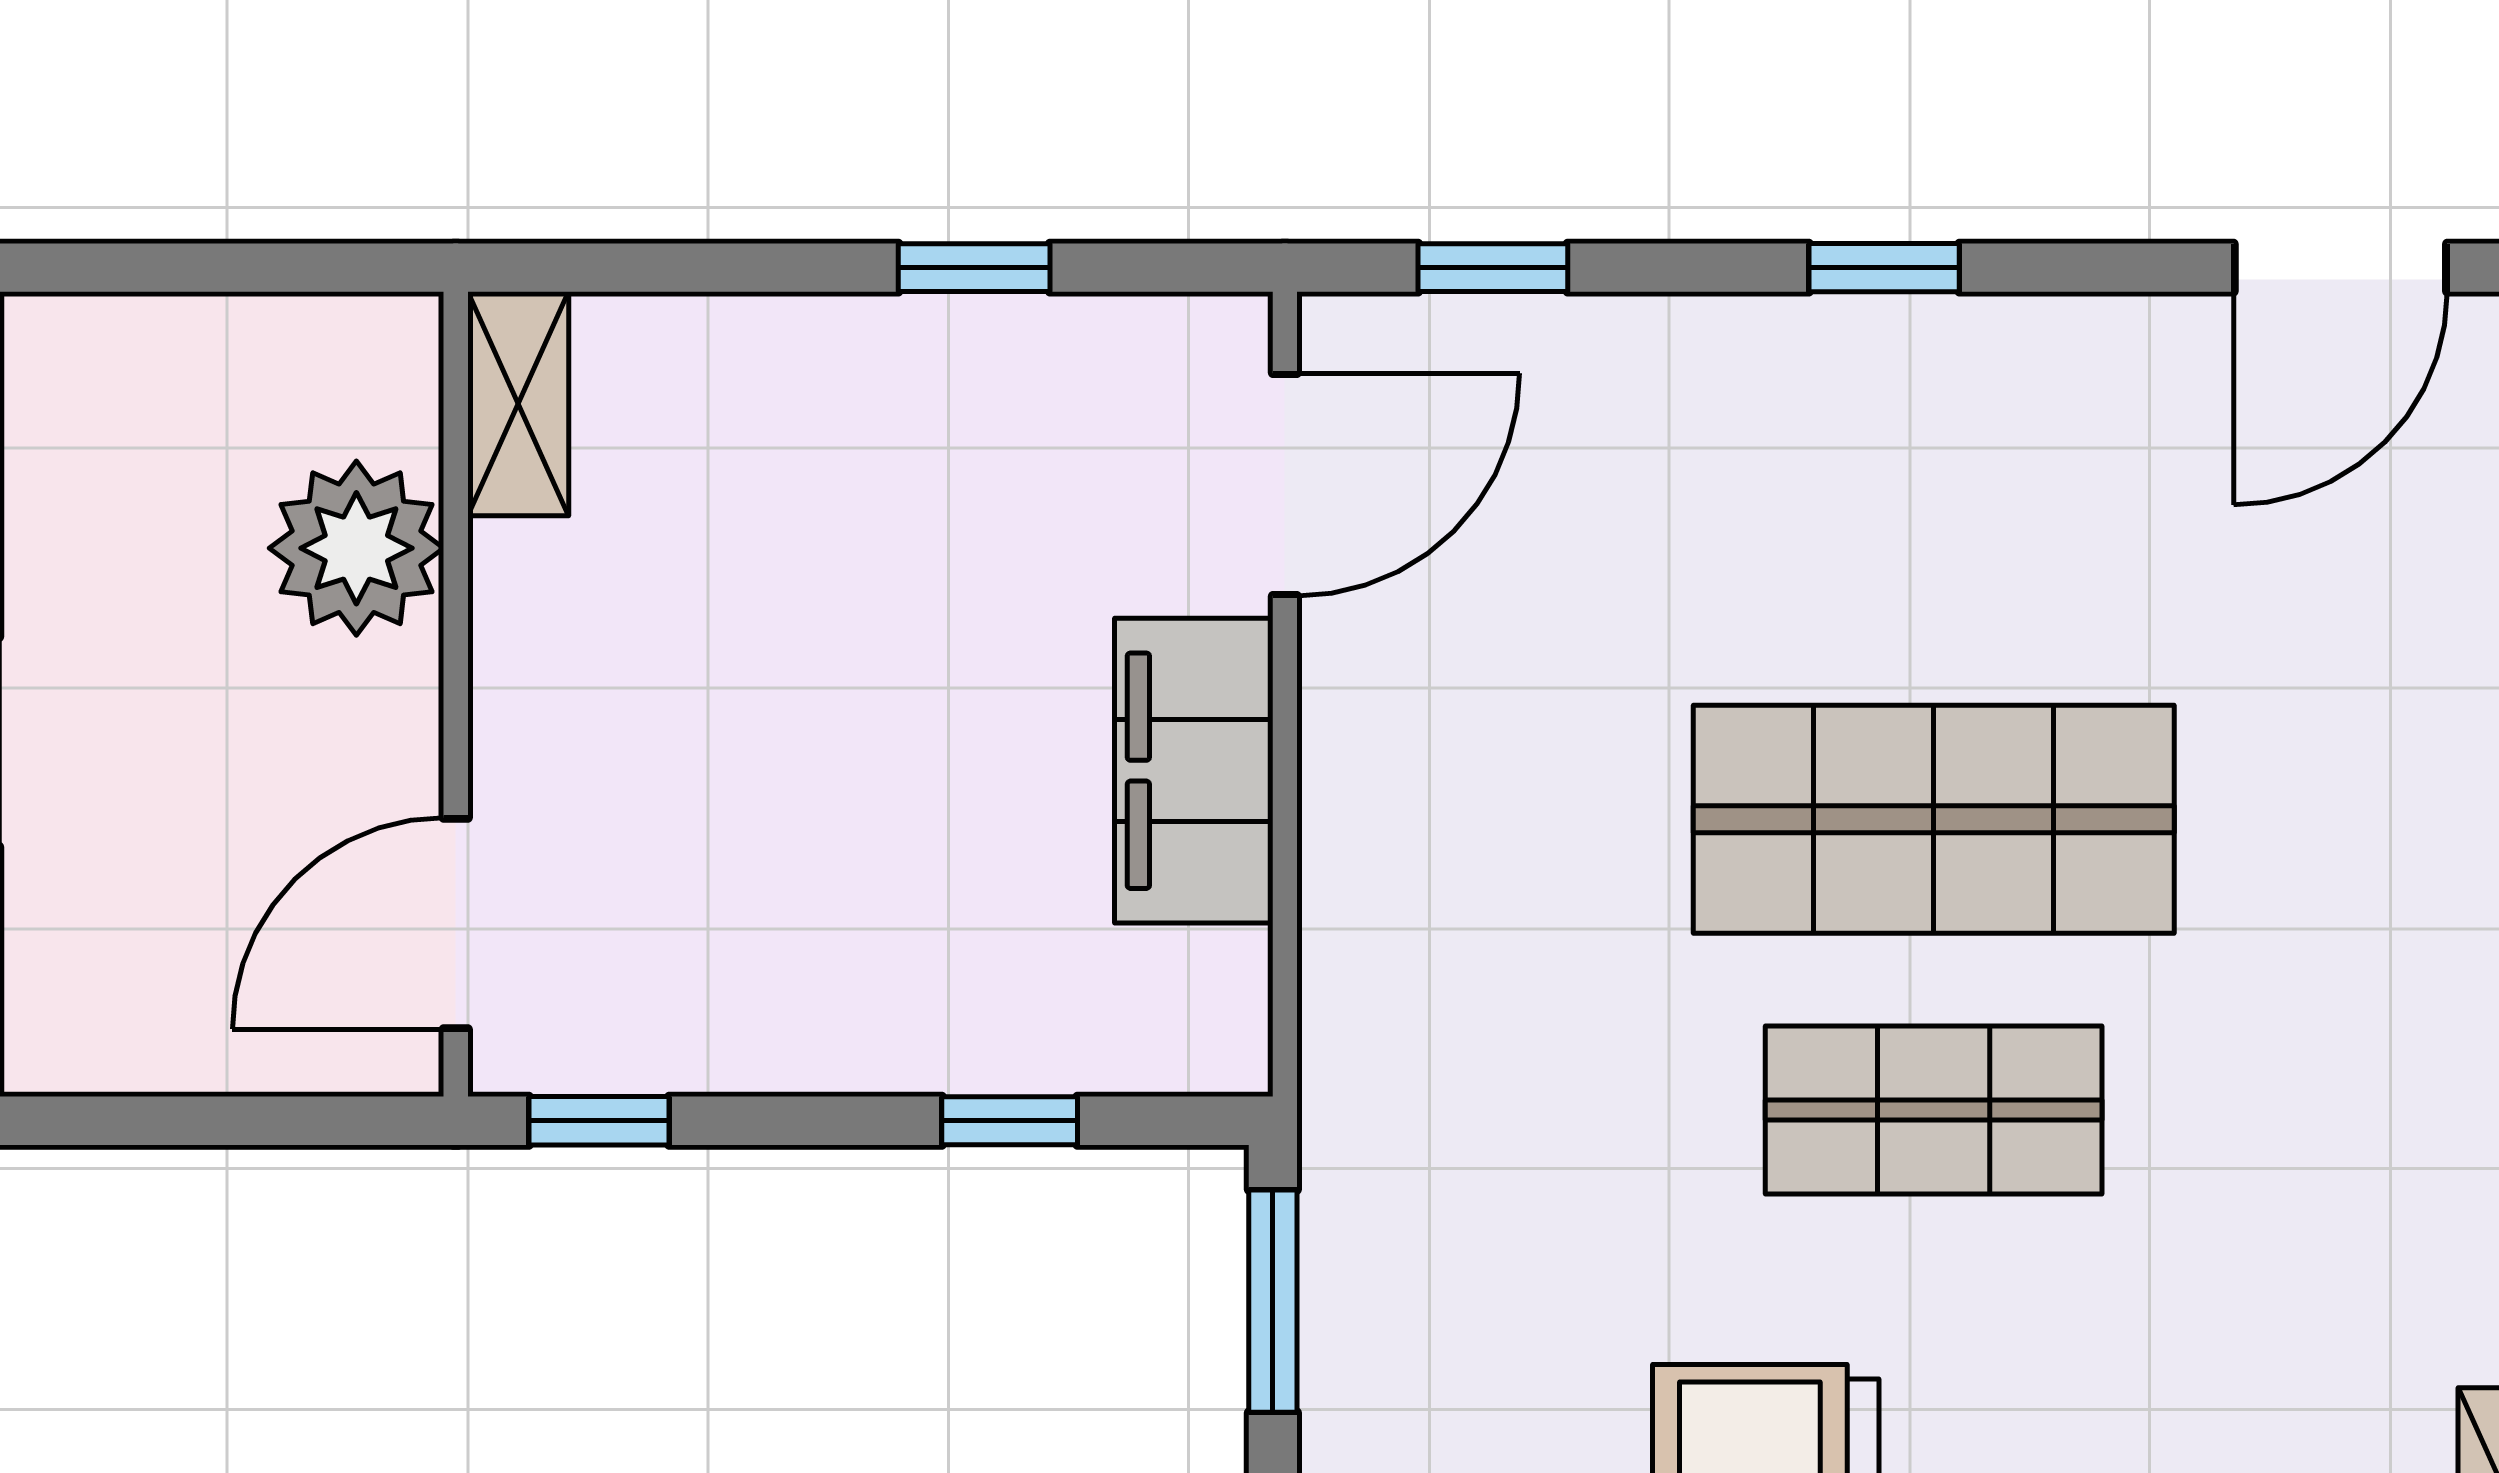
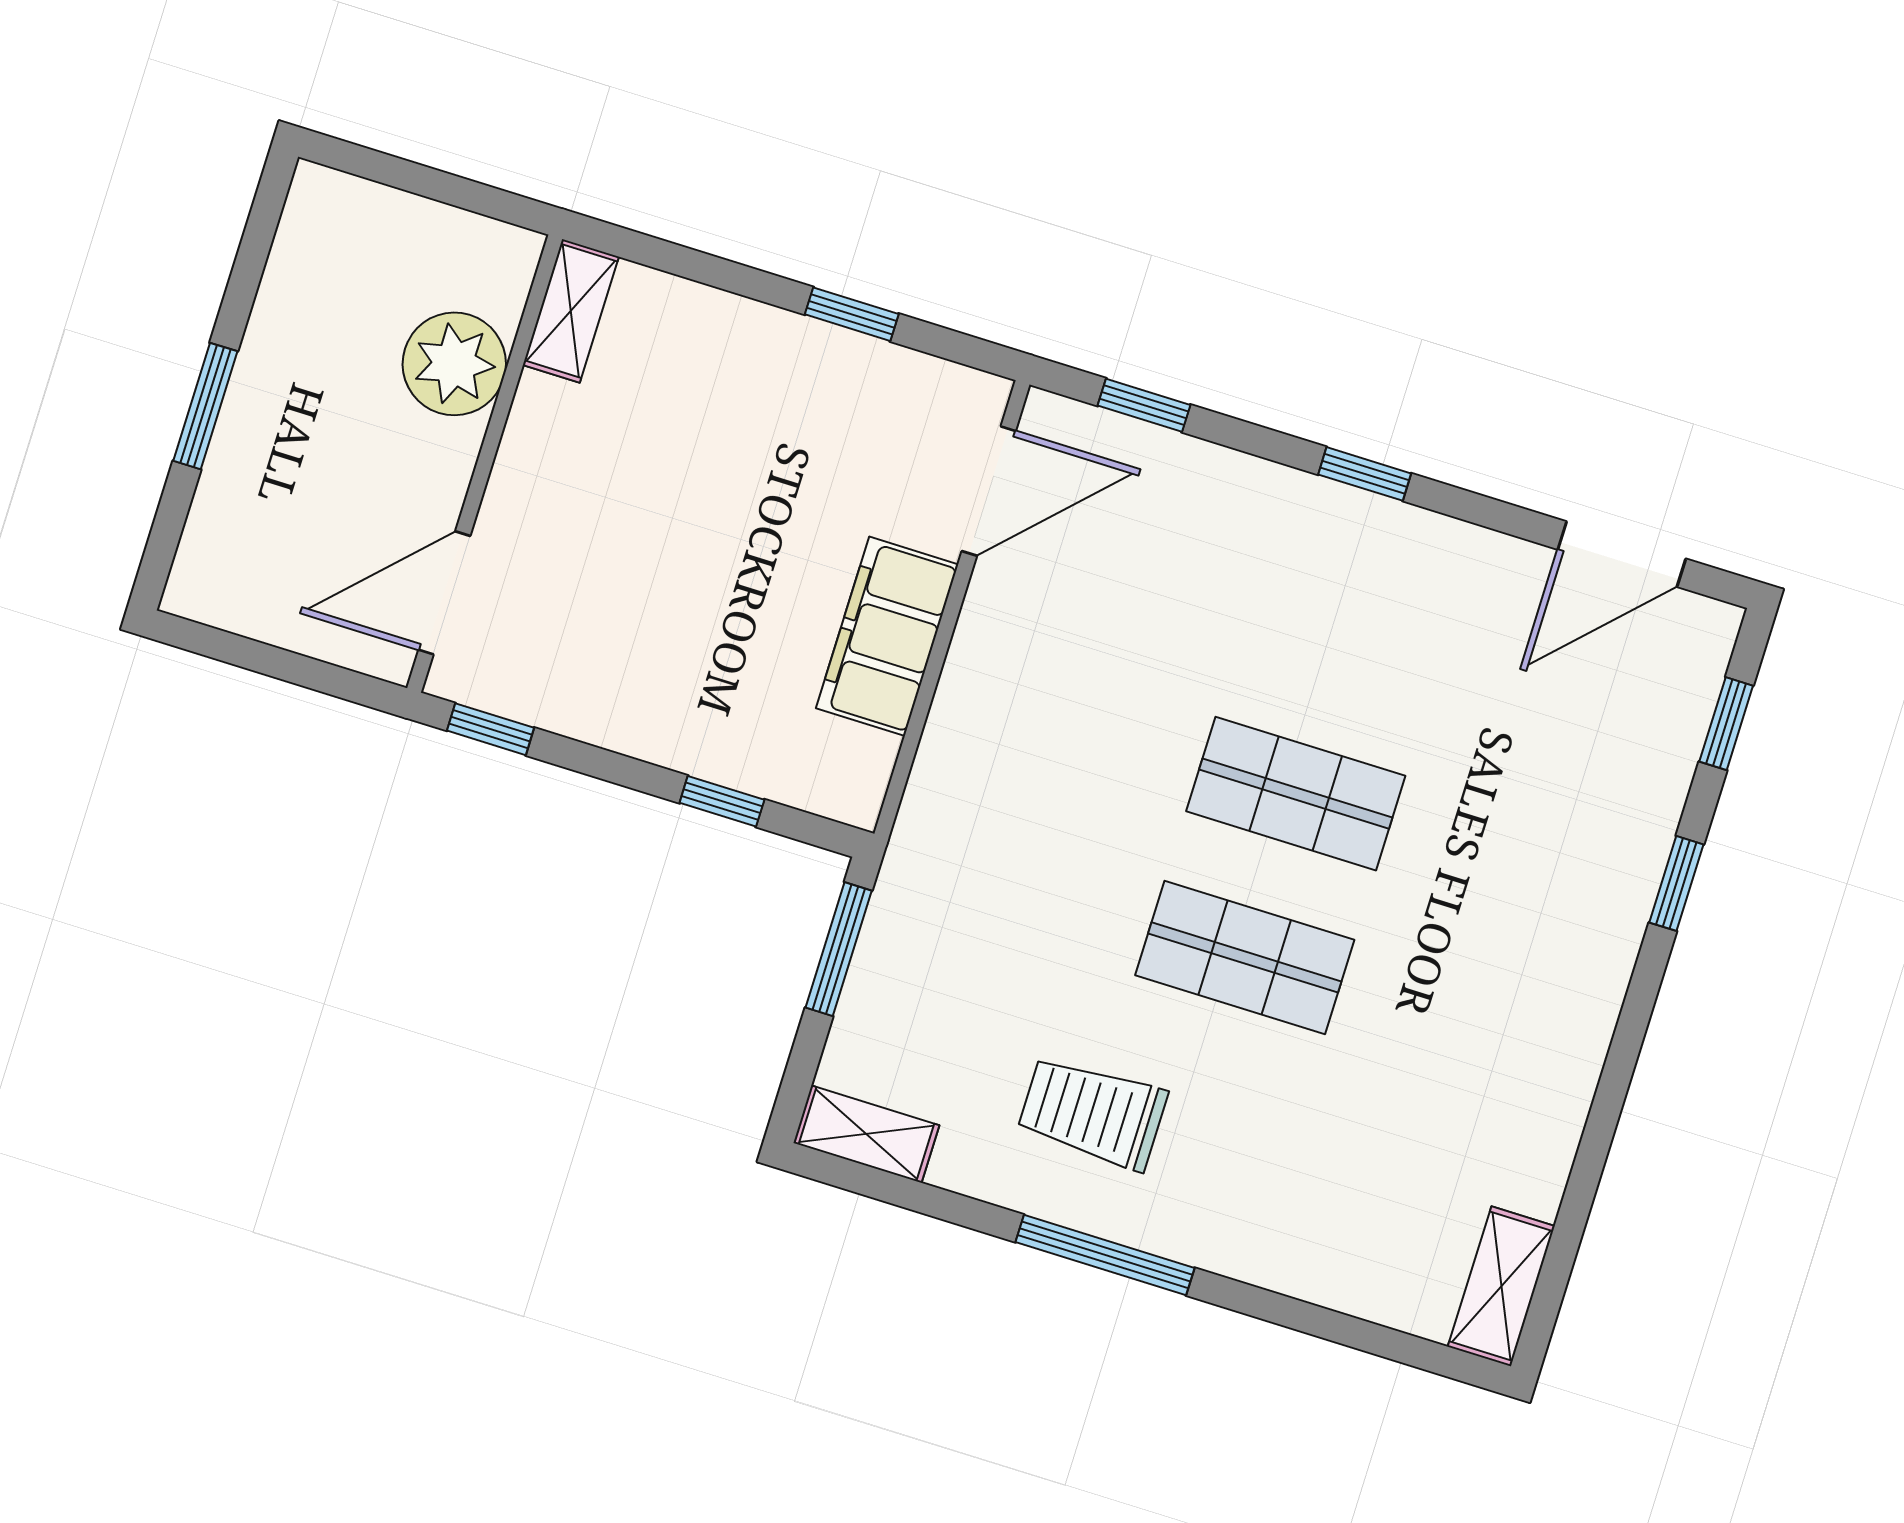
shop shelf: (1934, 819) -> (1296, 794), width x0.70, depth x0.74

